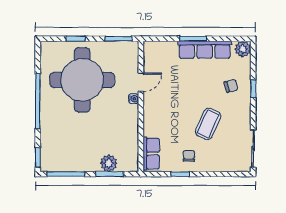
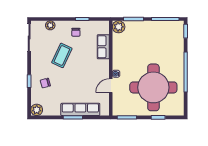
row of seats: (205, 50) -> (80, 109), moved
row of seats: (151, 154) -> (103, 47), moved
plant: (109, 163) -> (119, 27), moved
plant: (224, 165) -> (50, 25), added

